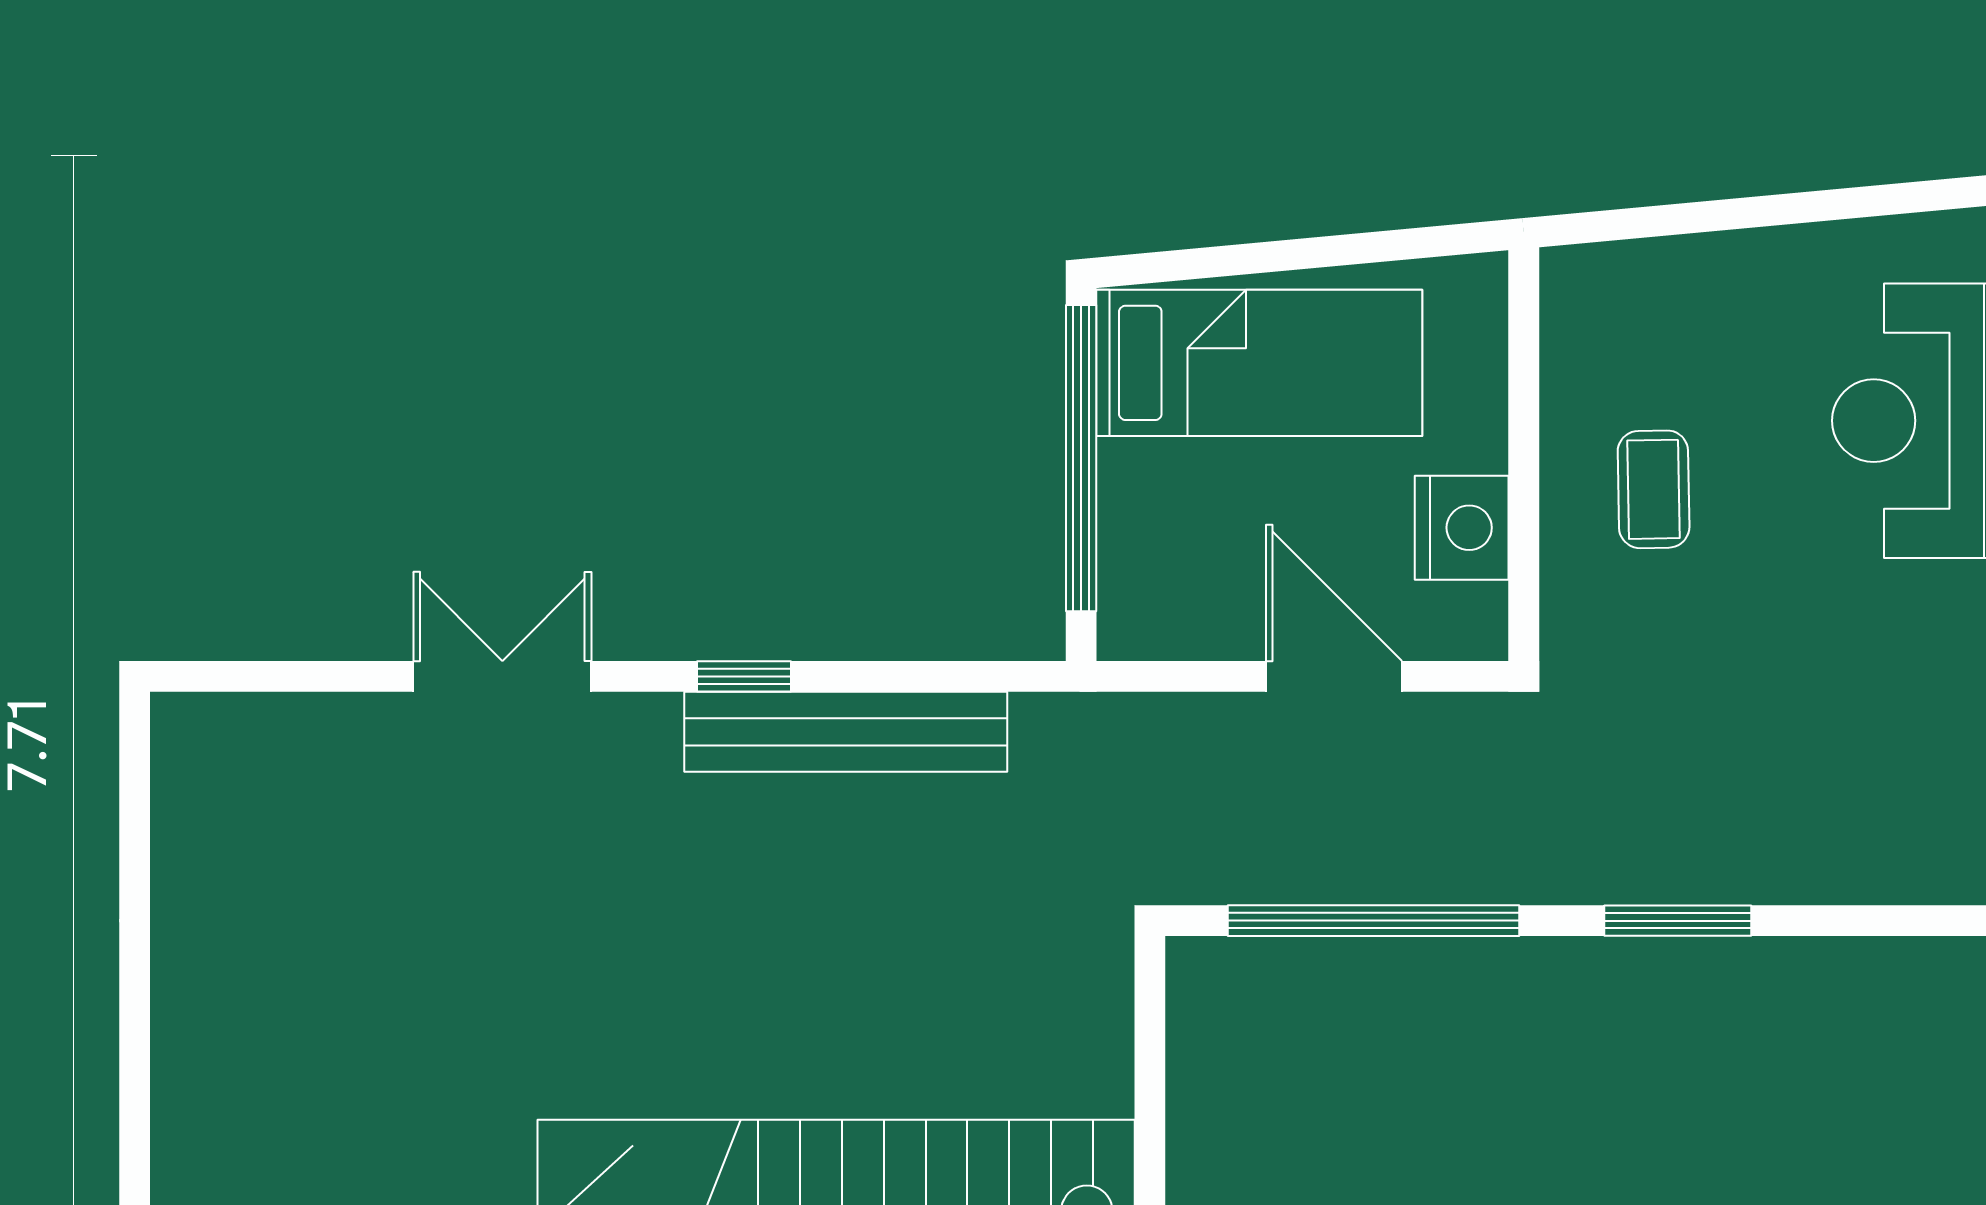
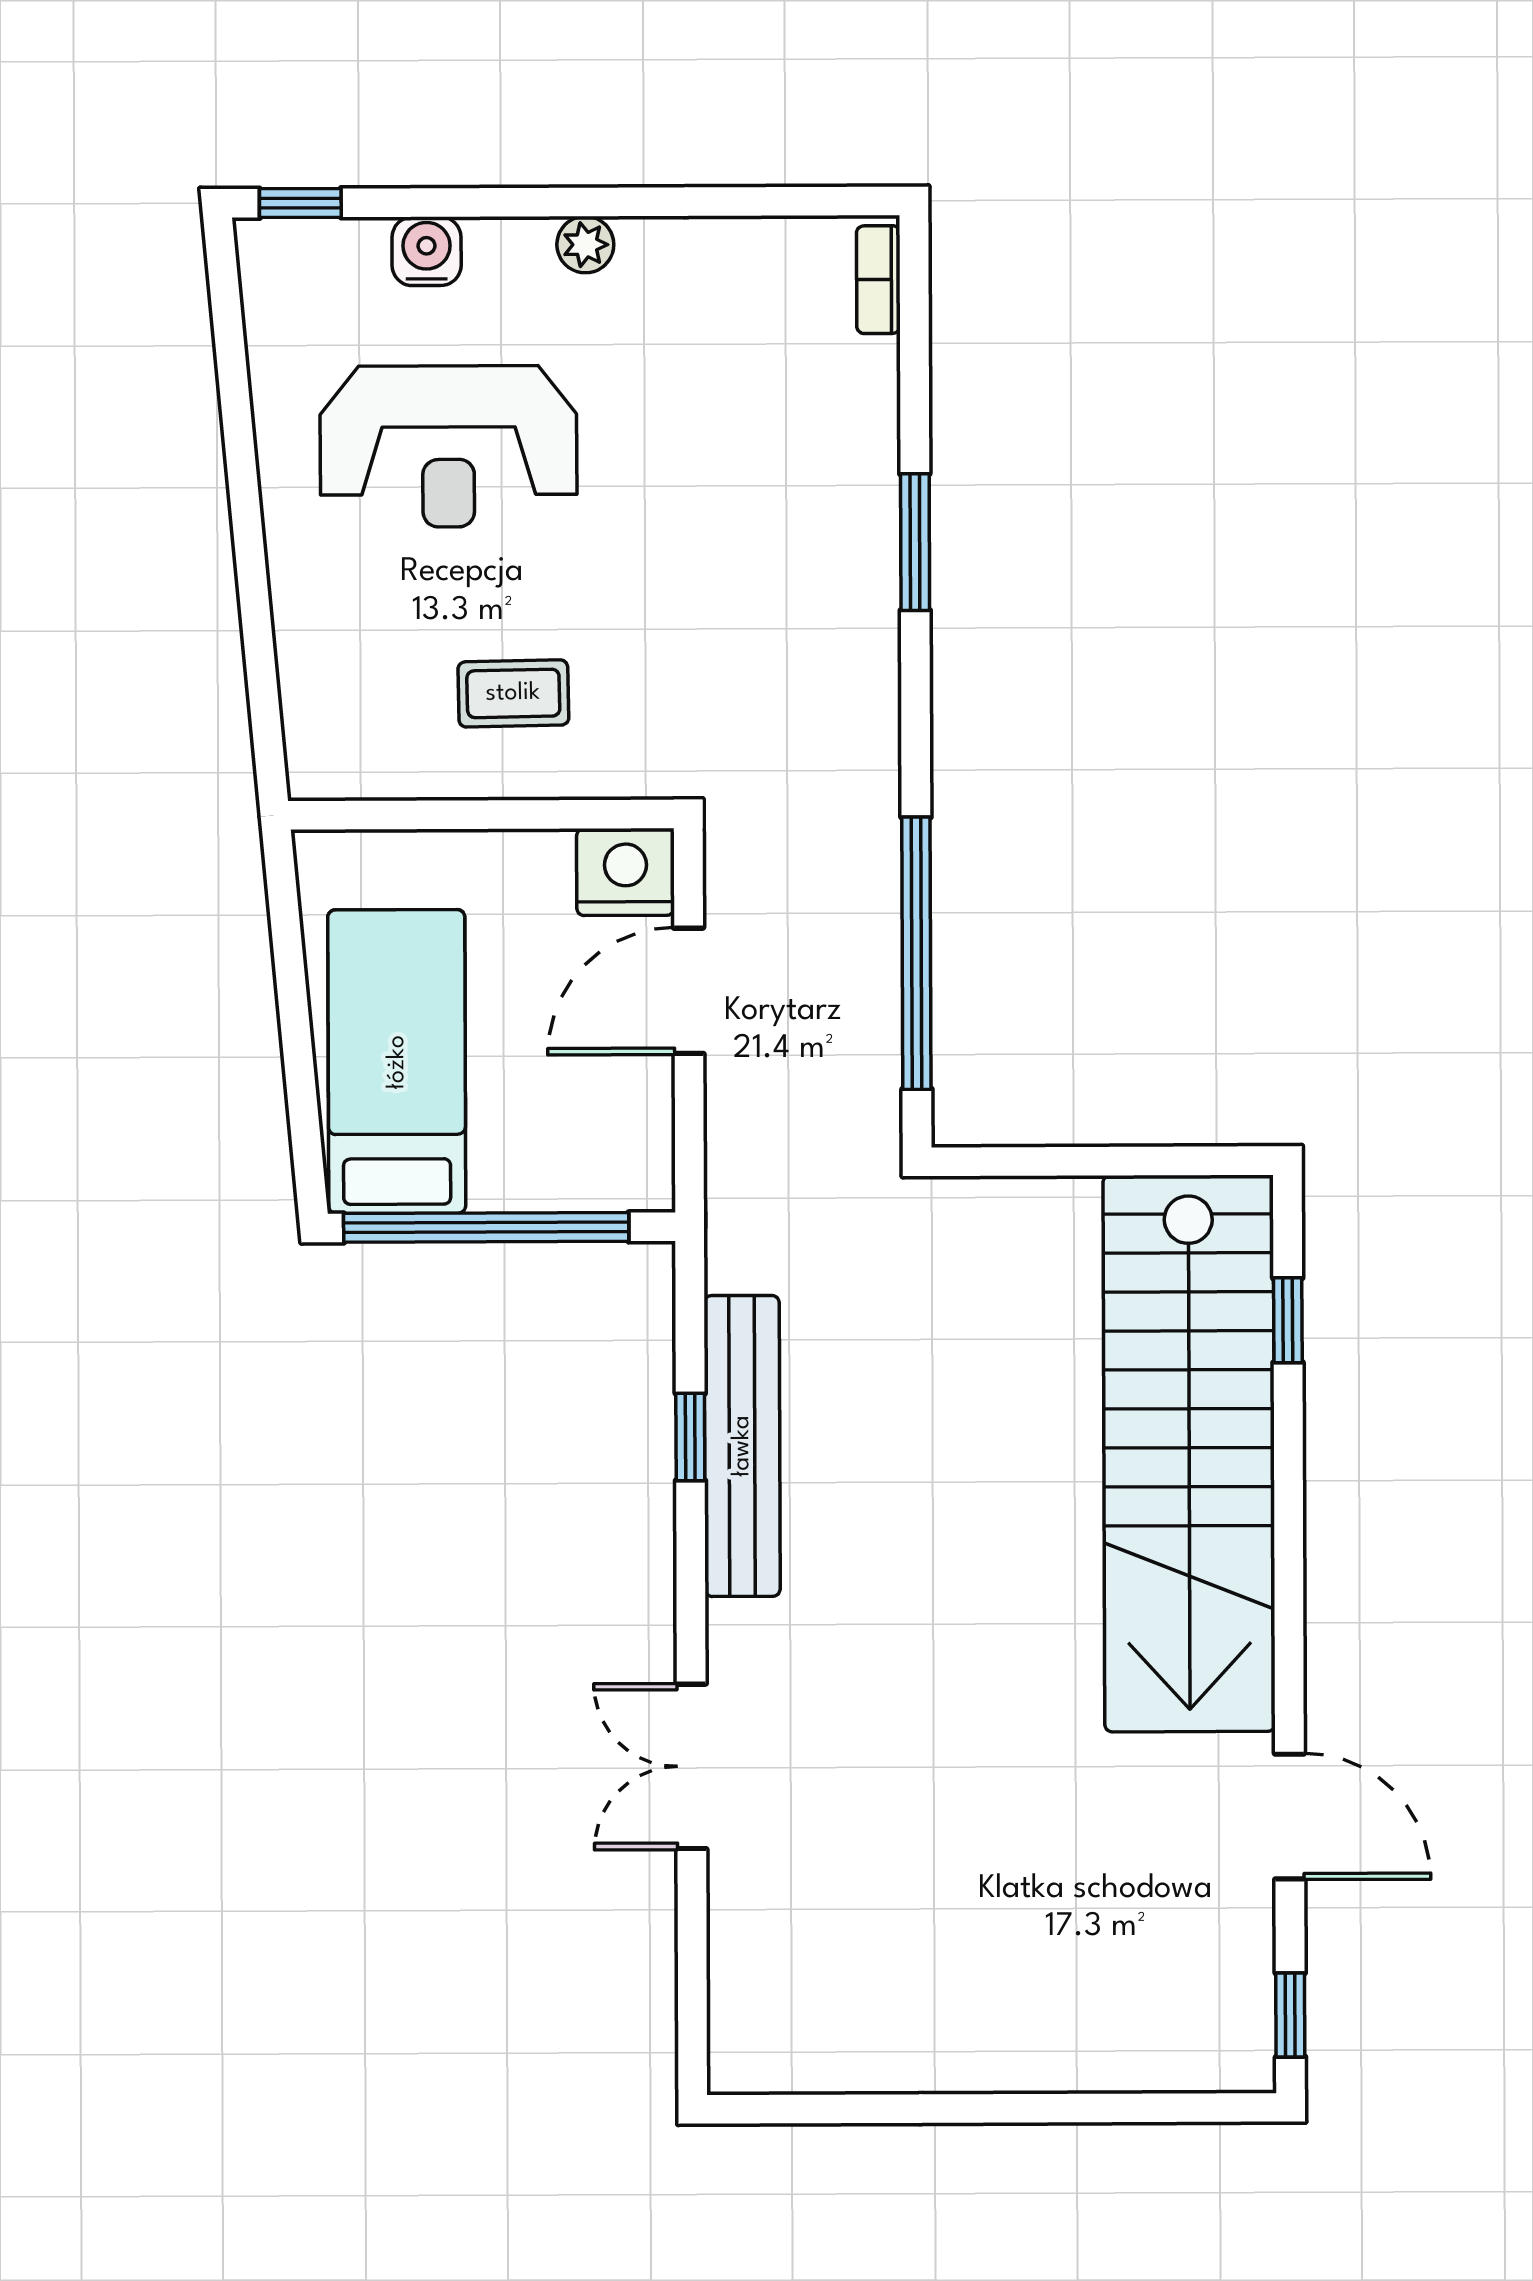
nightstand: (1462, 528) -> (625, 872), moved
window: (744, 676) -> (690, 1437), moved
window: (1678, 921) -> (915, 542), moved

